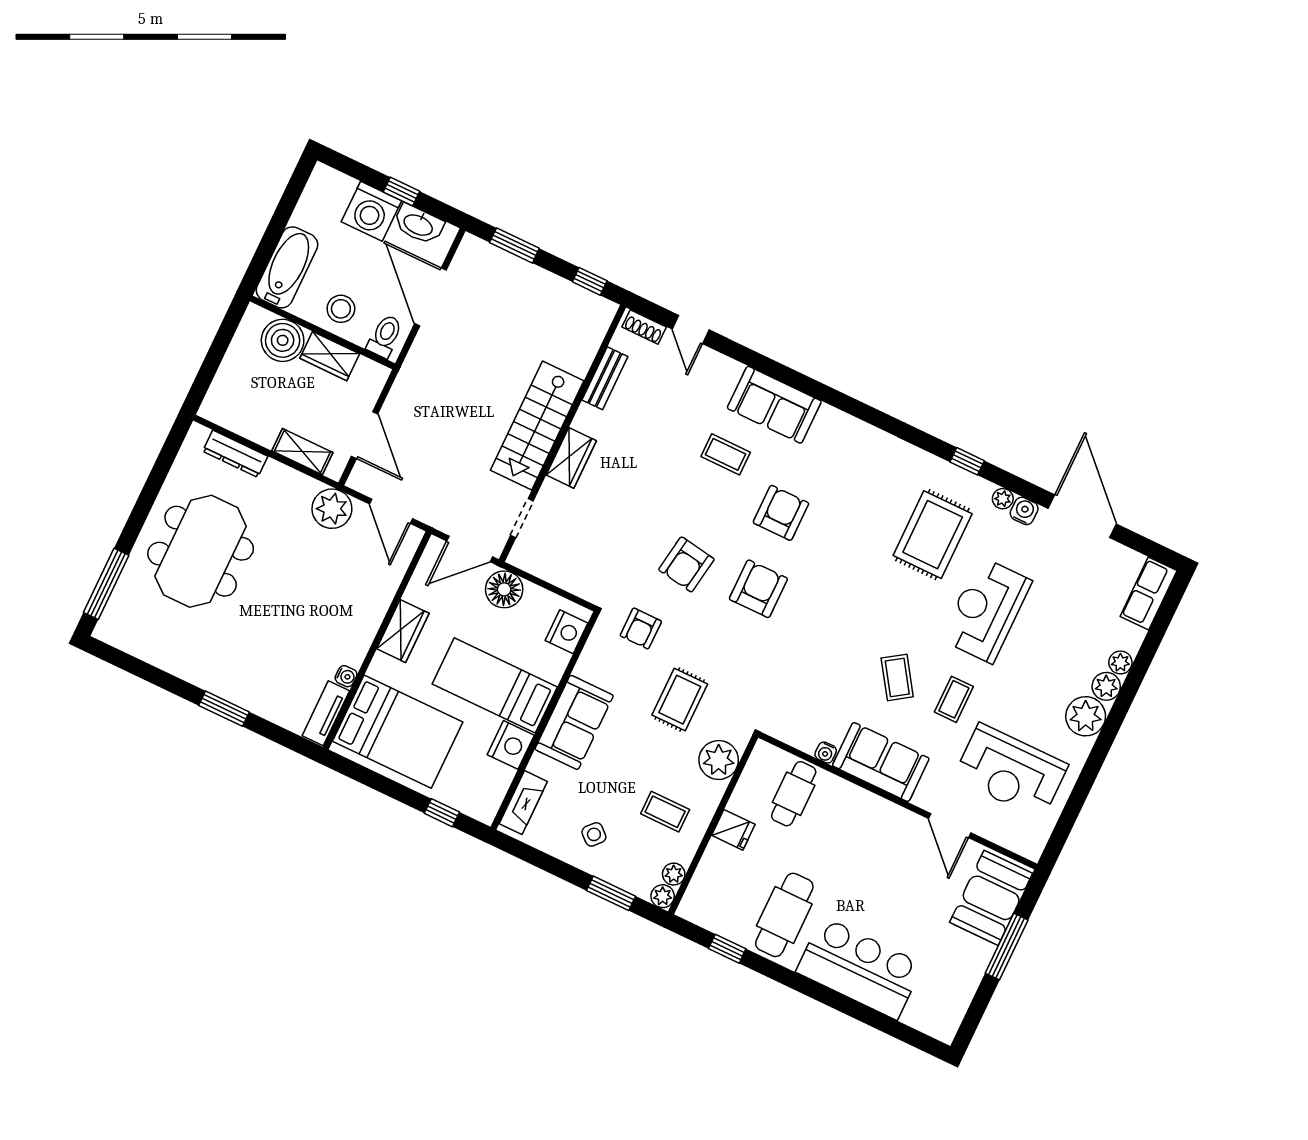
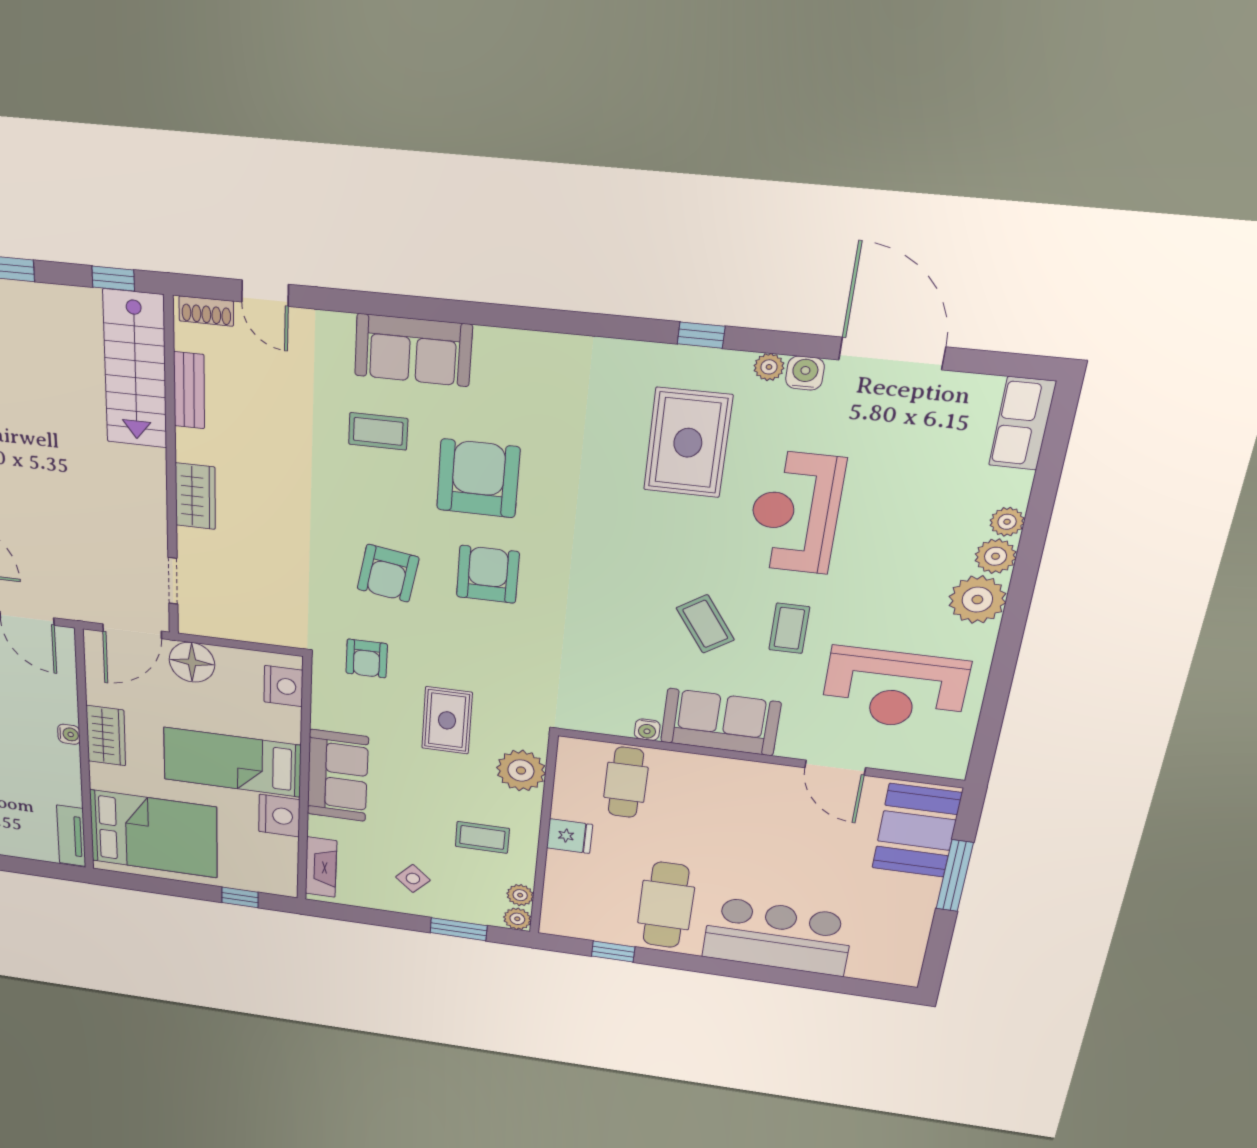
stairs: (537, 426) -> (135, 369), moved
armchair: (781, 513) -> (478, 478), width x1.36, depth x1.36
water cooler: (346, 676) -> (69, 734), moved

